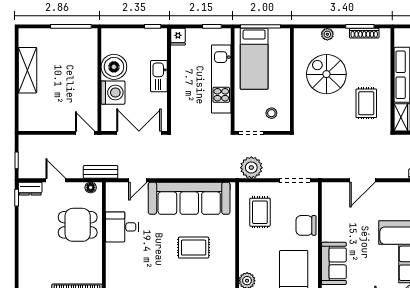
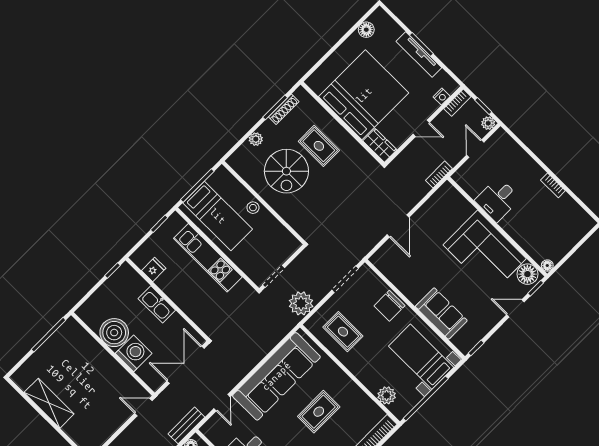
fridge: (178, 37) -> (154, 269), moved, turned -90
spiral stairs: (326, 74) -> (286, 171), turned -90
rug: (366, 103) -> (319, 146), moved
stool: (271, 113) -> (253, 208), moved

